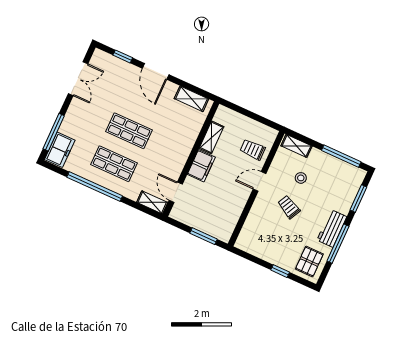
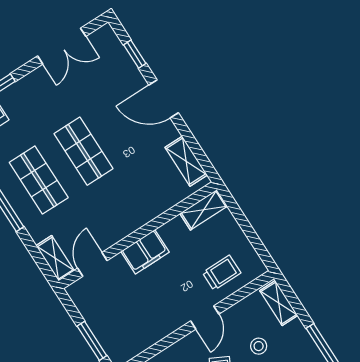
door: (156, 71) -> (164, 99), hinge flipped
shelving: (211, 137) -> (204, 210), moved
trolley: (253, 150) -> (222, 273), turned 90
door: (260, 181) -> (205, 318), swing flipped

